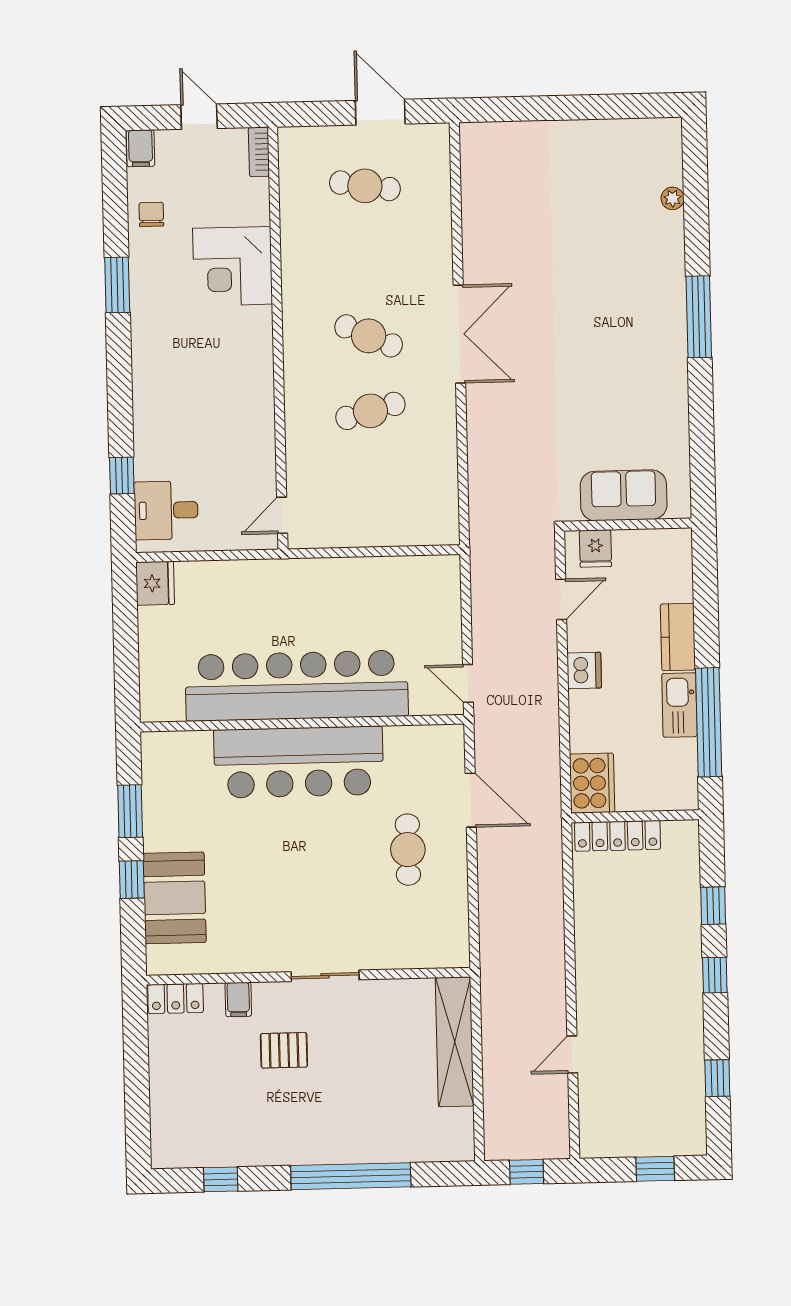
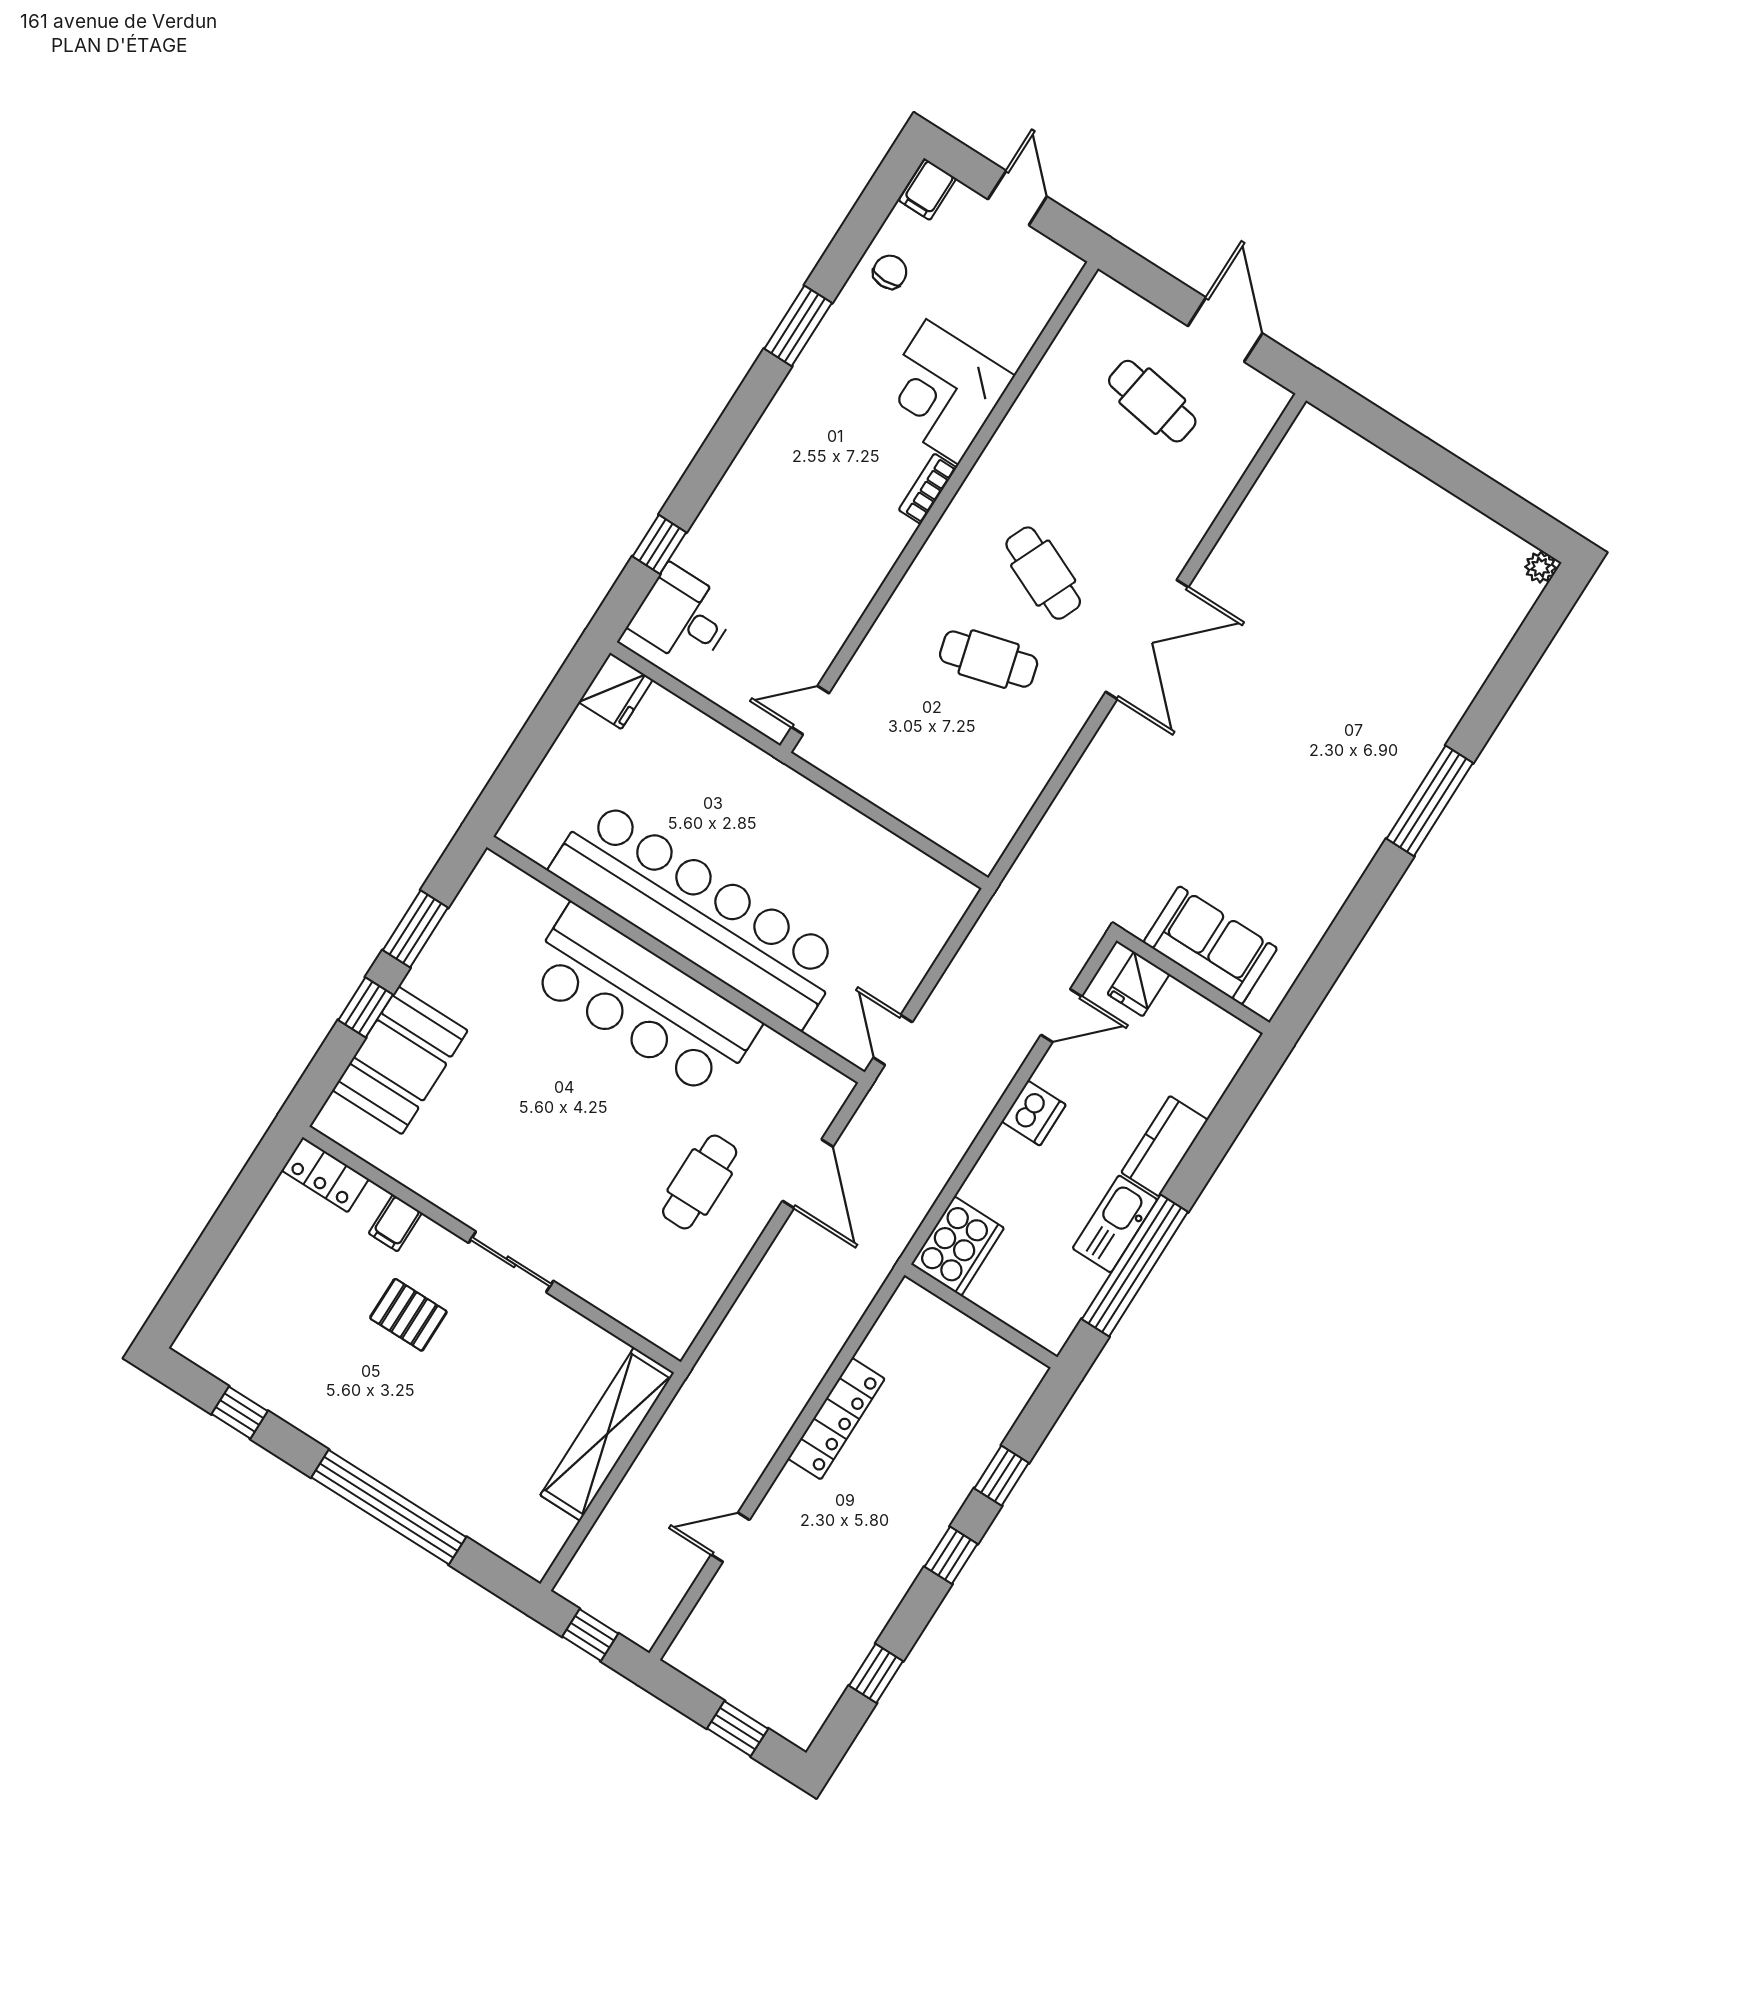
bookcase: (259, 152) -> (928, 489), moved
plant: (673, 198) -> (1541, 567), moved
locker: (617, 836) -> (836, 1419), moved, turned -90

